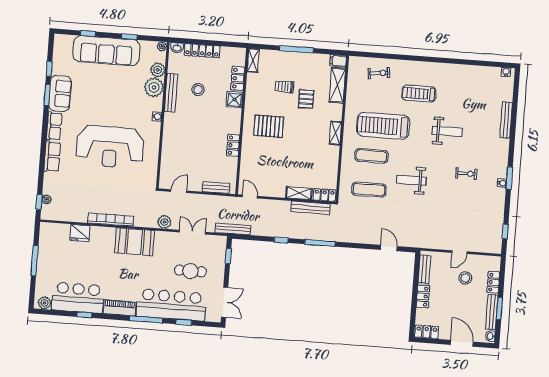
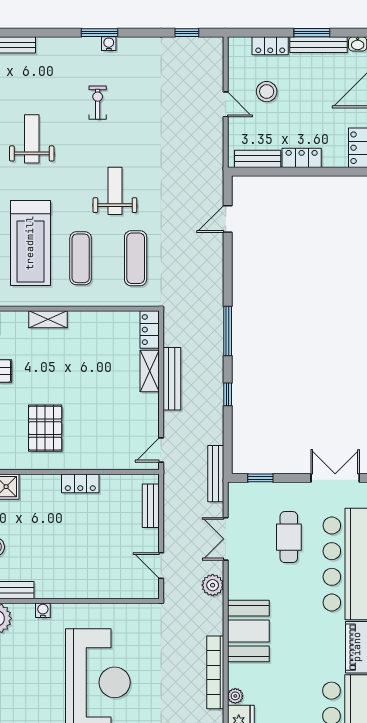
weight bench: (411, 180) -> (115, 191), turned 180
bench: (311, 208) -> (172, 379), moved
plant: (95, 231) -> (235, 696), added

